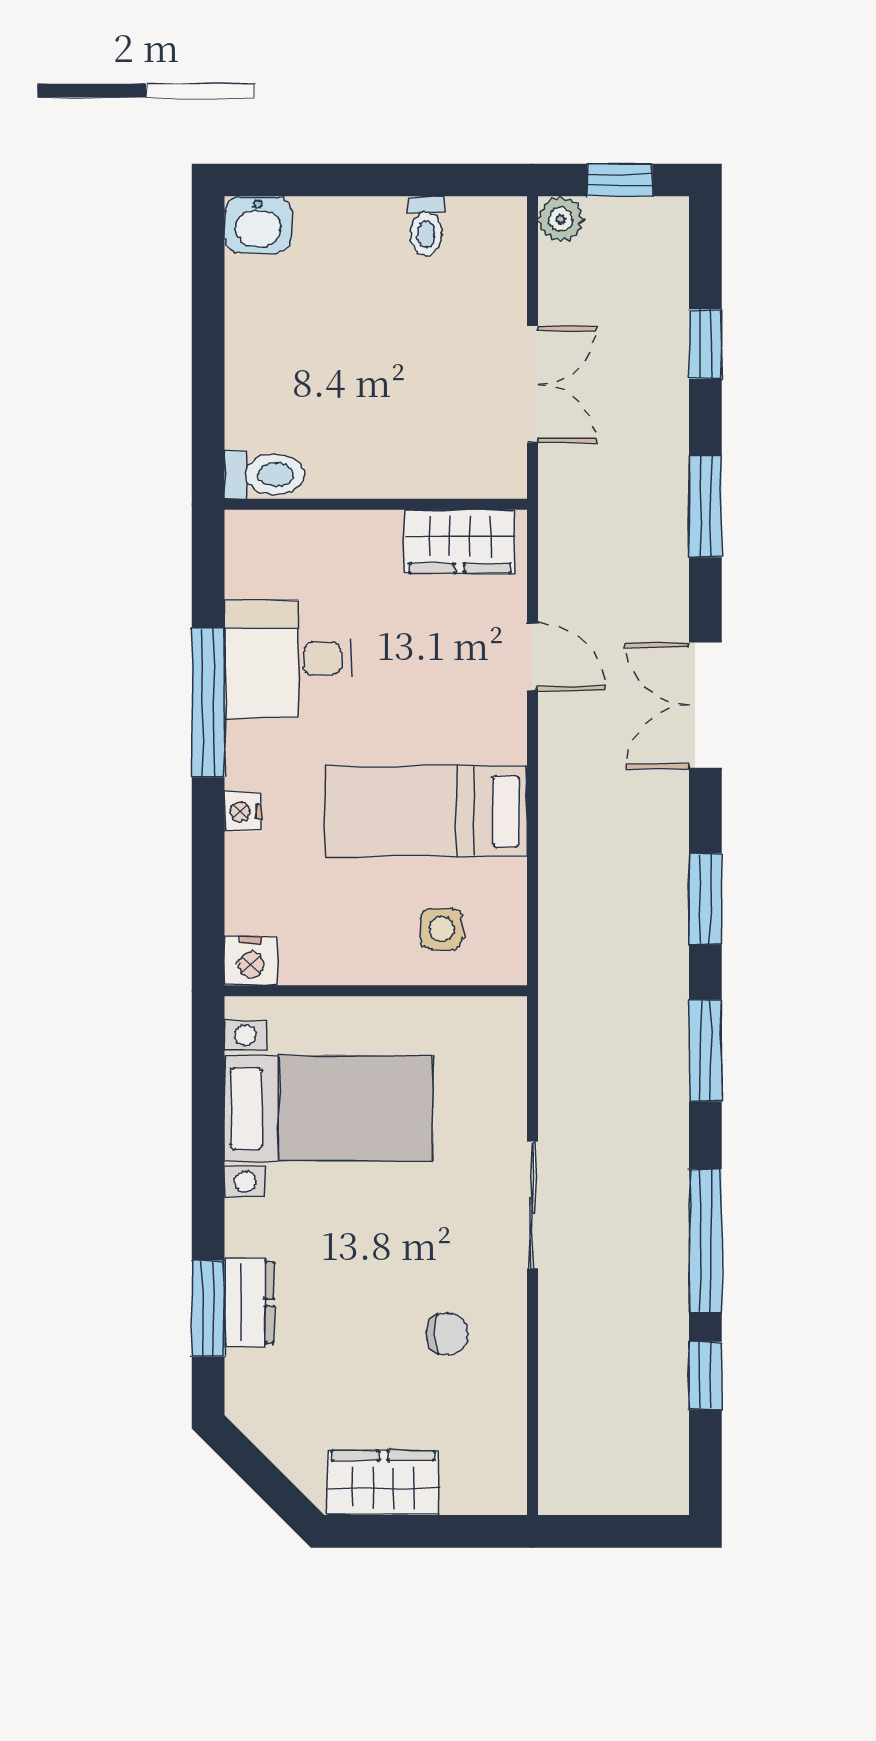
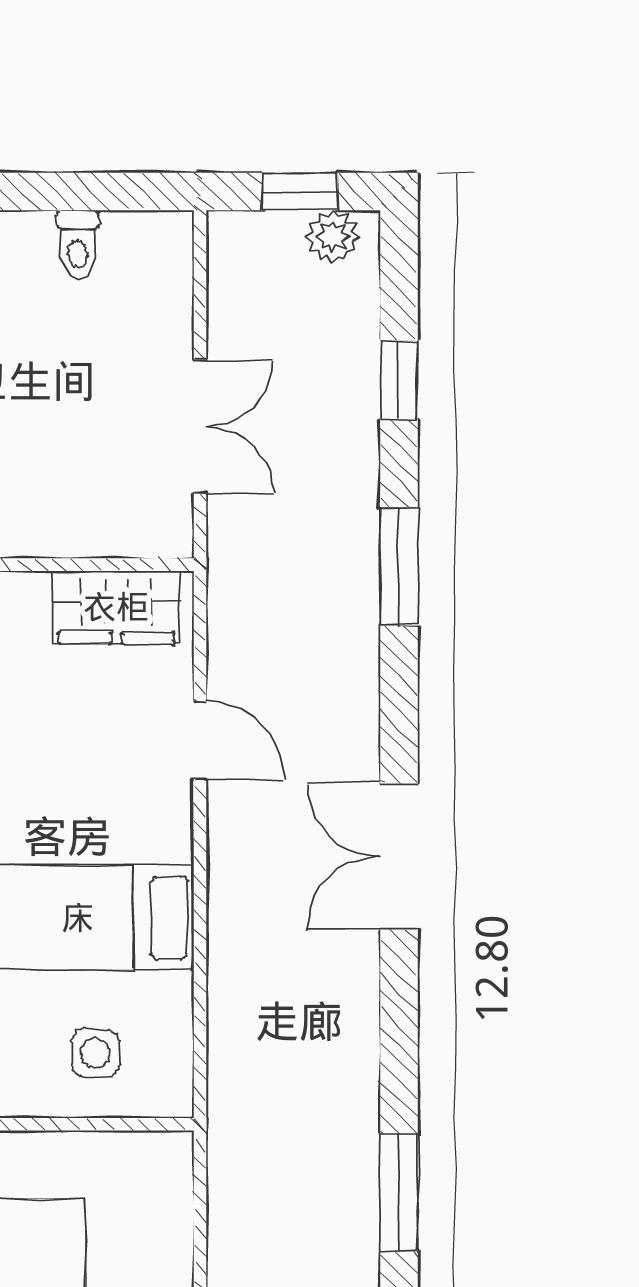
plant: (561, 219) -> (333, 236), moved
double door: (705, 706) -> (399, 856), moved
window: (705, 899) -> (399, 1018), removed

